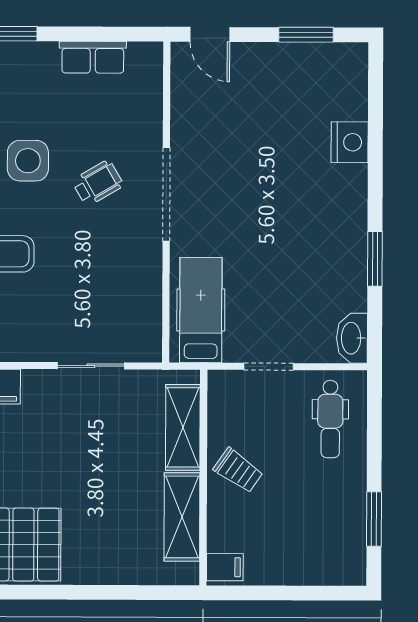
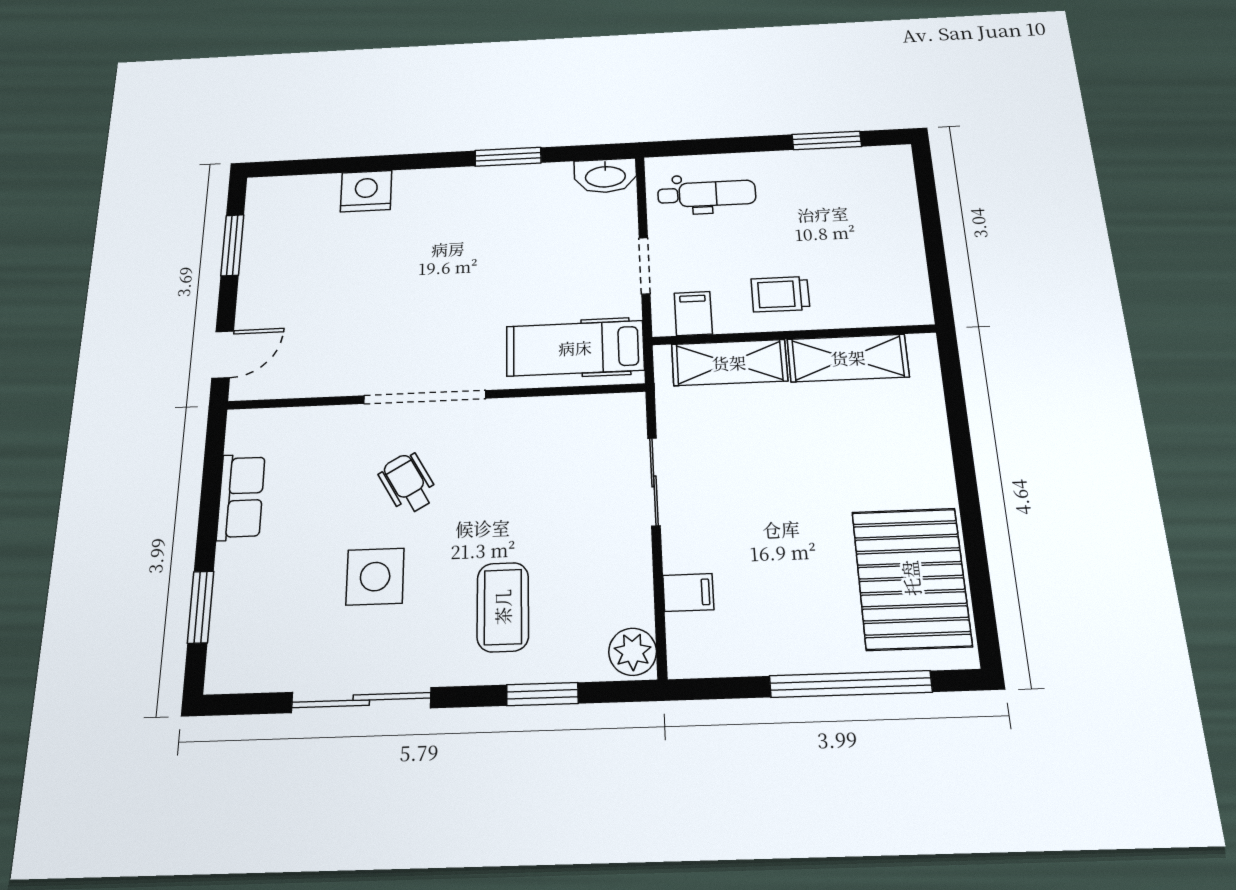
trolley: (238, 470) -> (780, 294), turned -125
filing cabinet: (225, 567) -> (693, 314), moved

